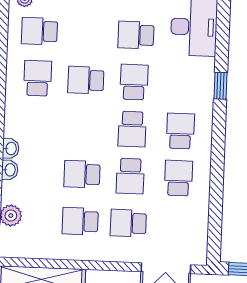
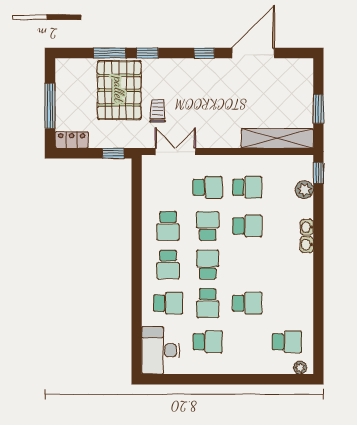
school desk: (38, 78) -> (168, 303), moved, turned -90
window: (221, 86) -> (137, 303), removed

